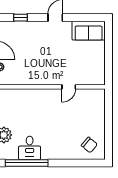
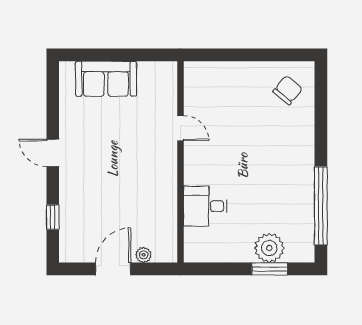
sofa: (89, 31) -> (106, 79), moved, turned 90
desk: (30, 148) -> (205, 206), moved, turned 180

